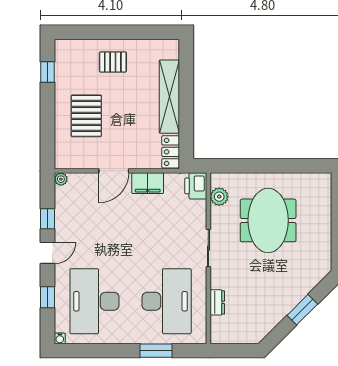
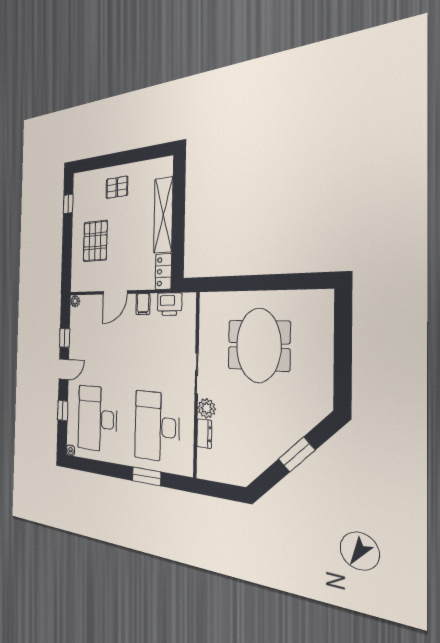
filing cabinet: (148, 183) -> (143, 304), width x0.50
printer: (196, 186) -> (169, 304), moved, turned -90
plant: (219, 197) -> (207, 408), moved
desk: (167, 301) -> (157, 426), turned 180

